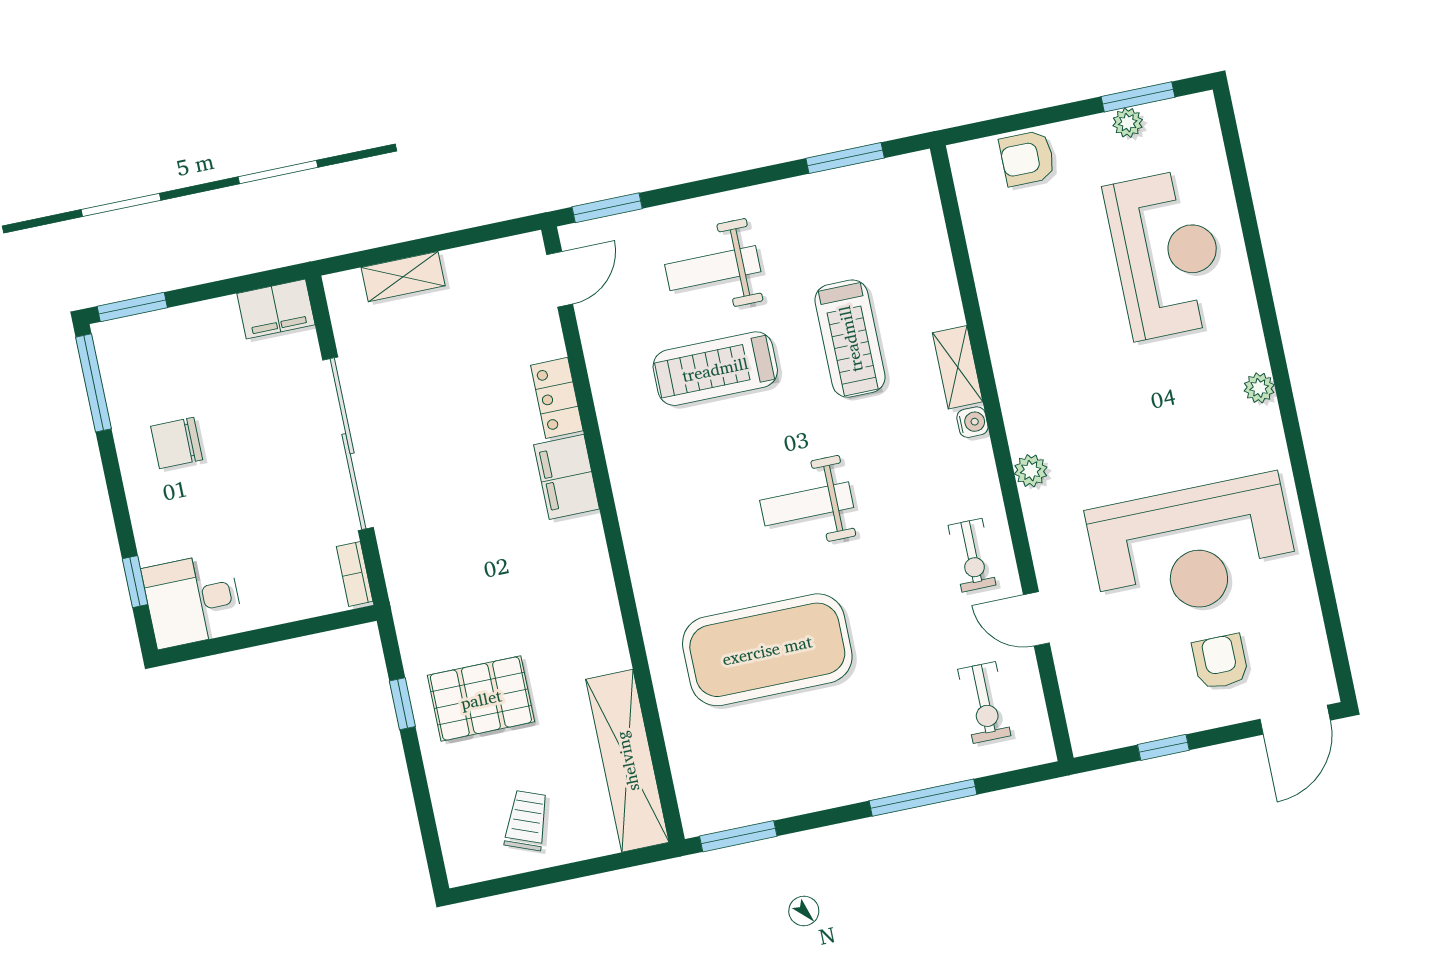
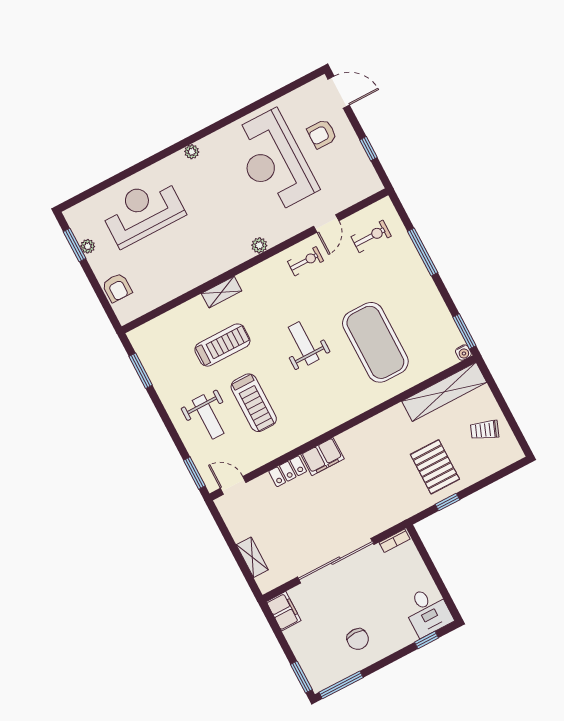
water cooler: (972, 422) -> (463, 353), moved, turned 180
weight bench: (807, 504) -> (304, 343), turned 180
reception desk: (1193, 548) -> (274, 161), turned 180

